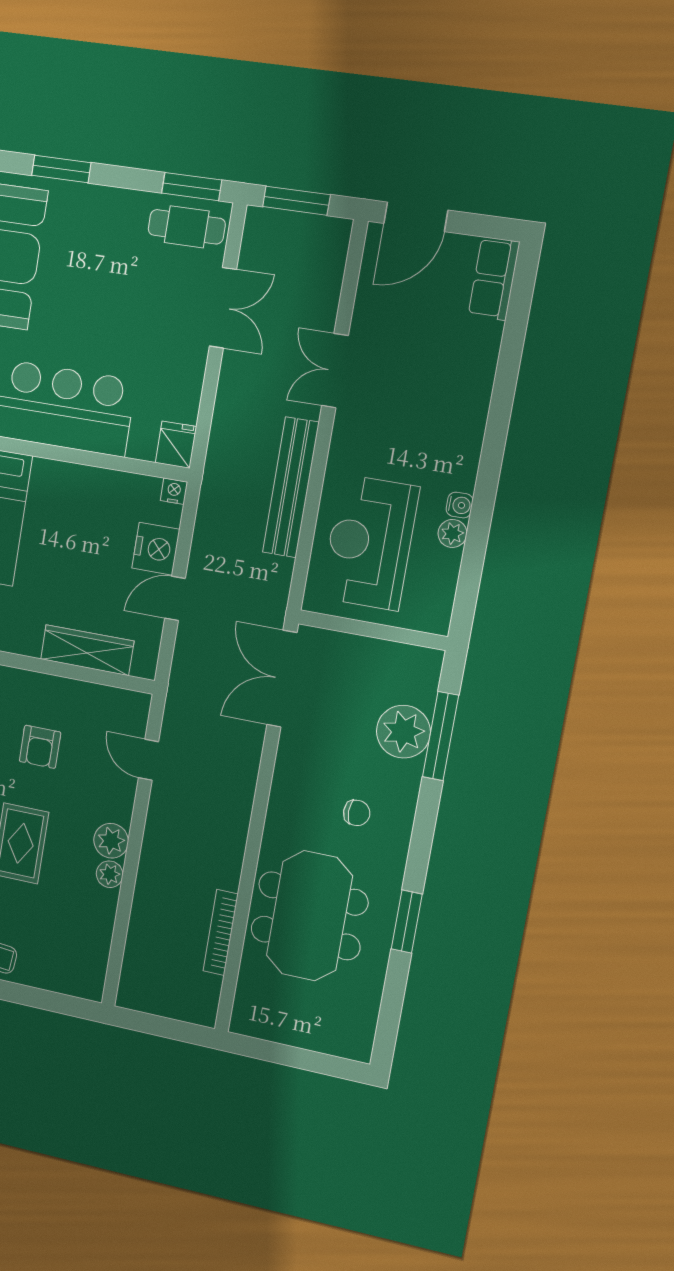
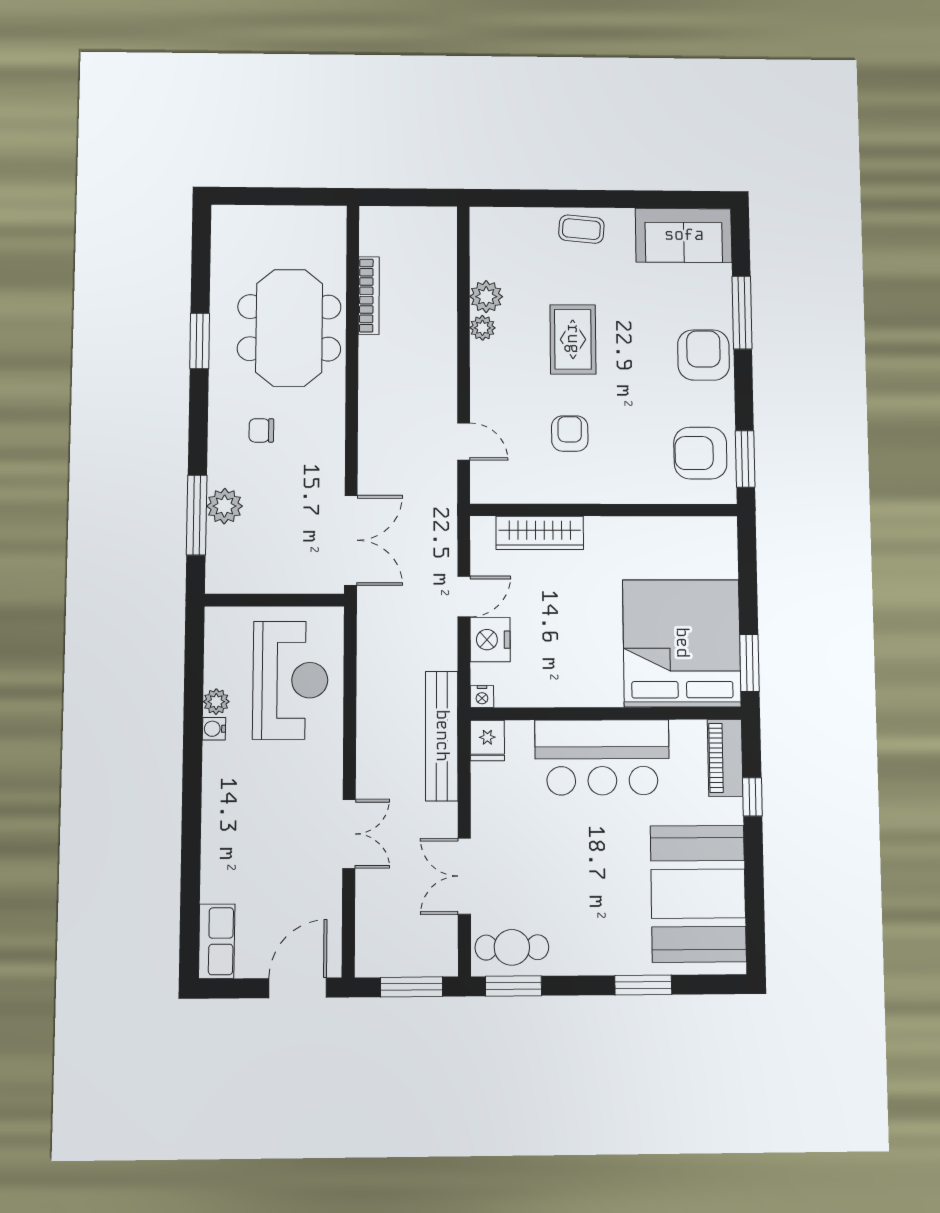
bench: (291, 487) -> (442, 736), moved
plant: (403, 732) -> (224, 506), width x0.73, depth x0.73
plant: (111, 841) -> (486, 297), moved

